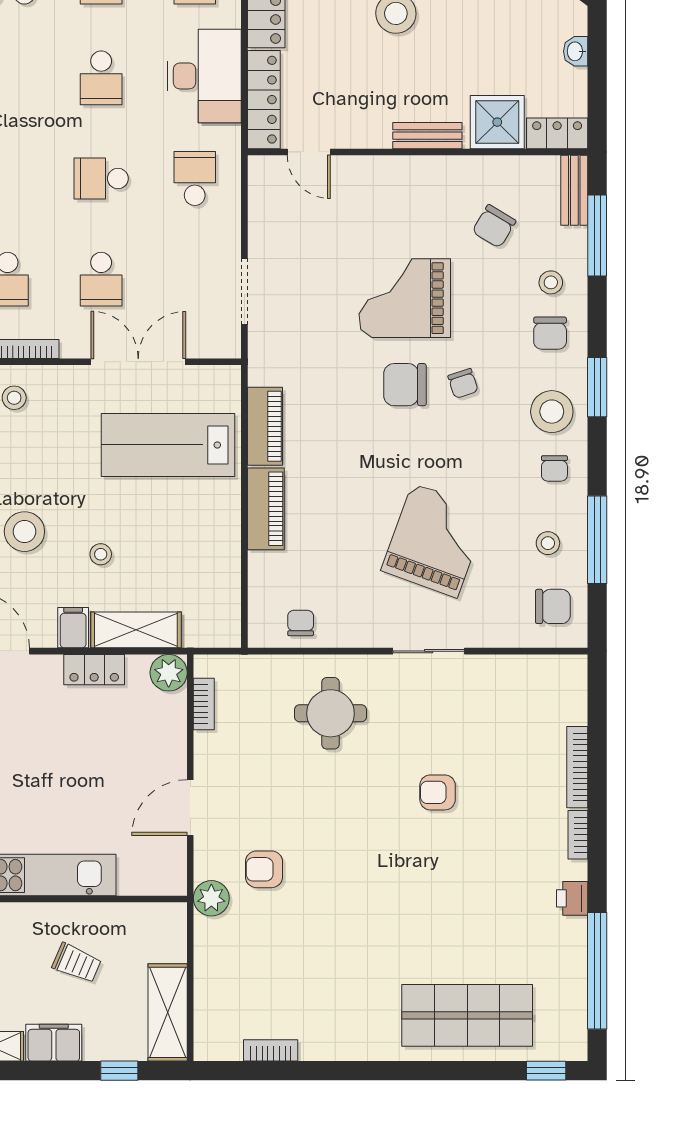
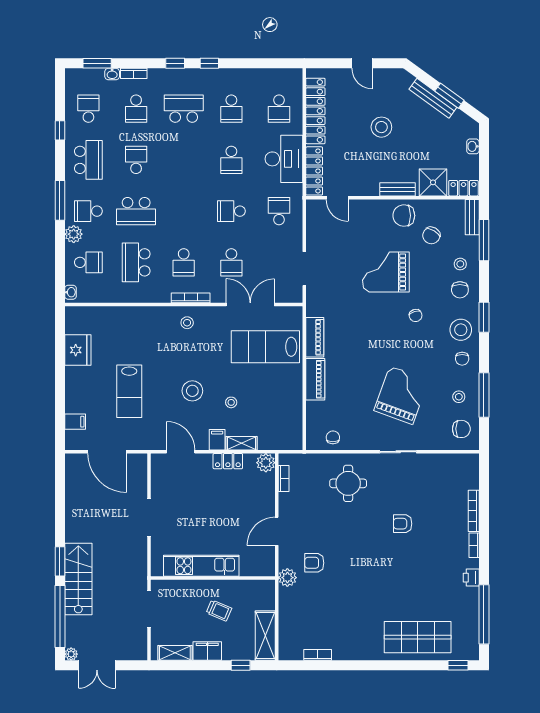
chair: (405, 385) -> (404, 216), moved
shelving: (136, 630) -> (241, 443), width x0.67, depth x0.75

